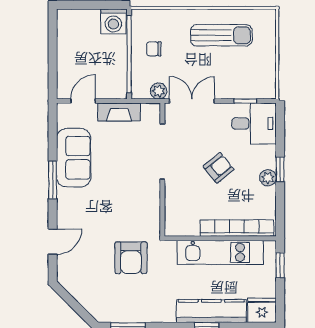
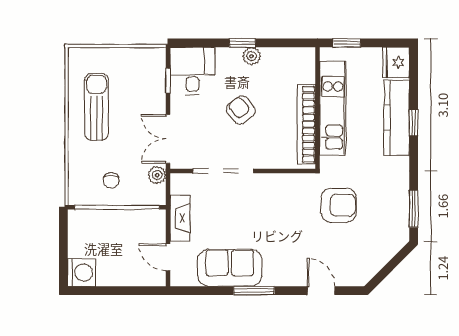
washing machine: (113, 21) -> (81, 273), moved
bookcase: (237, 228) -> (306, 124), moved

